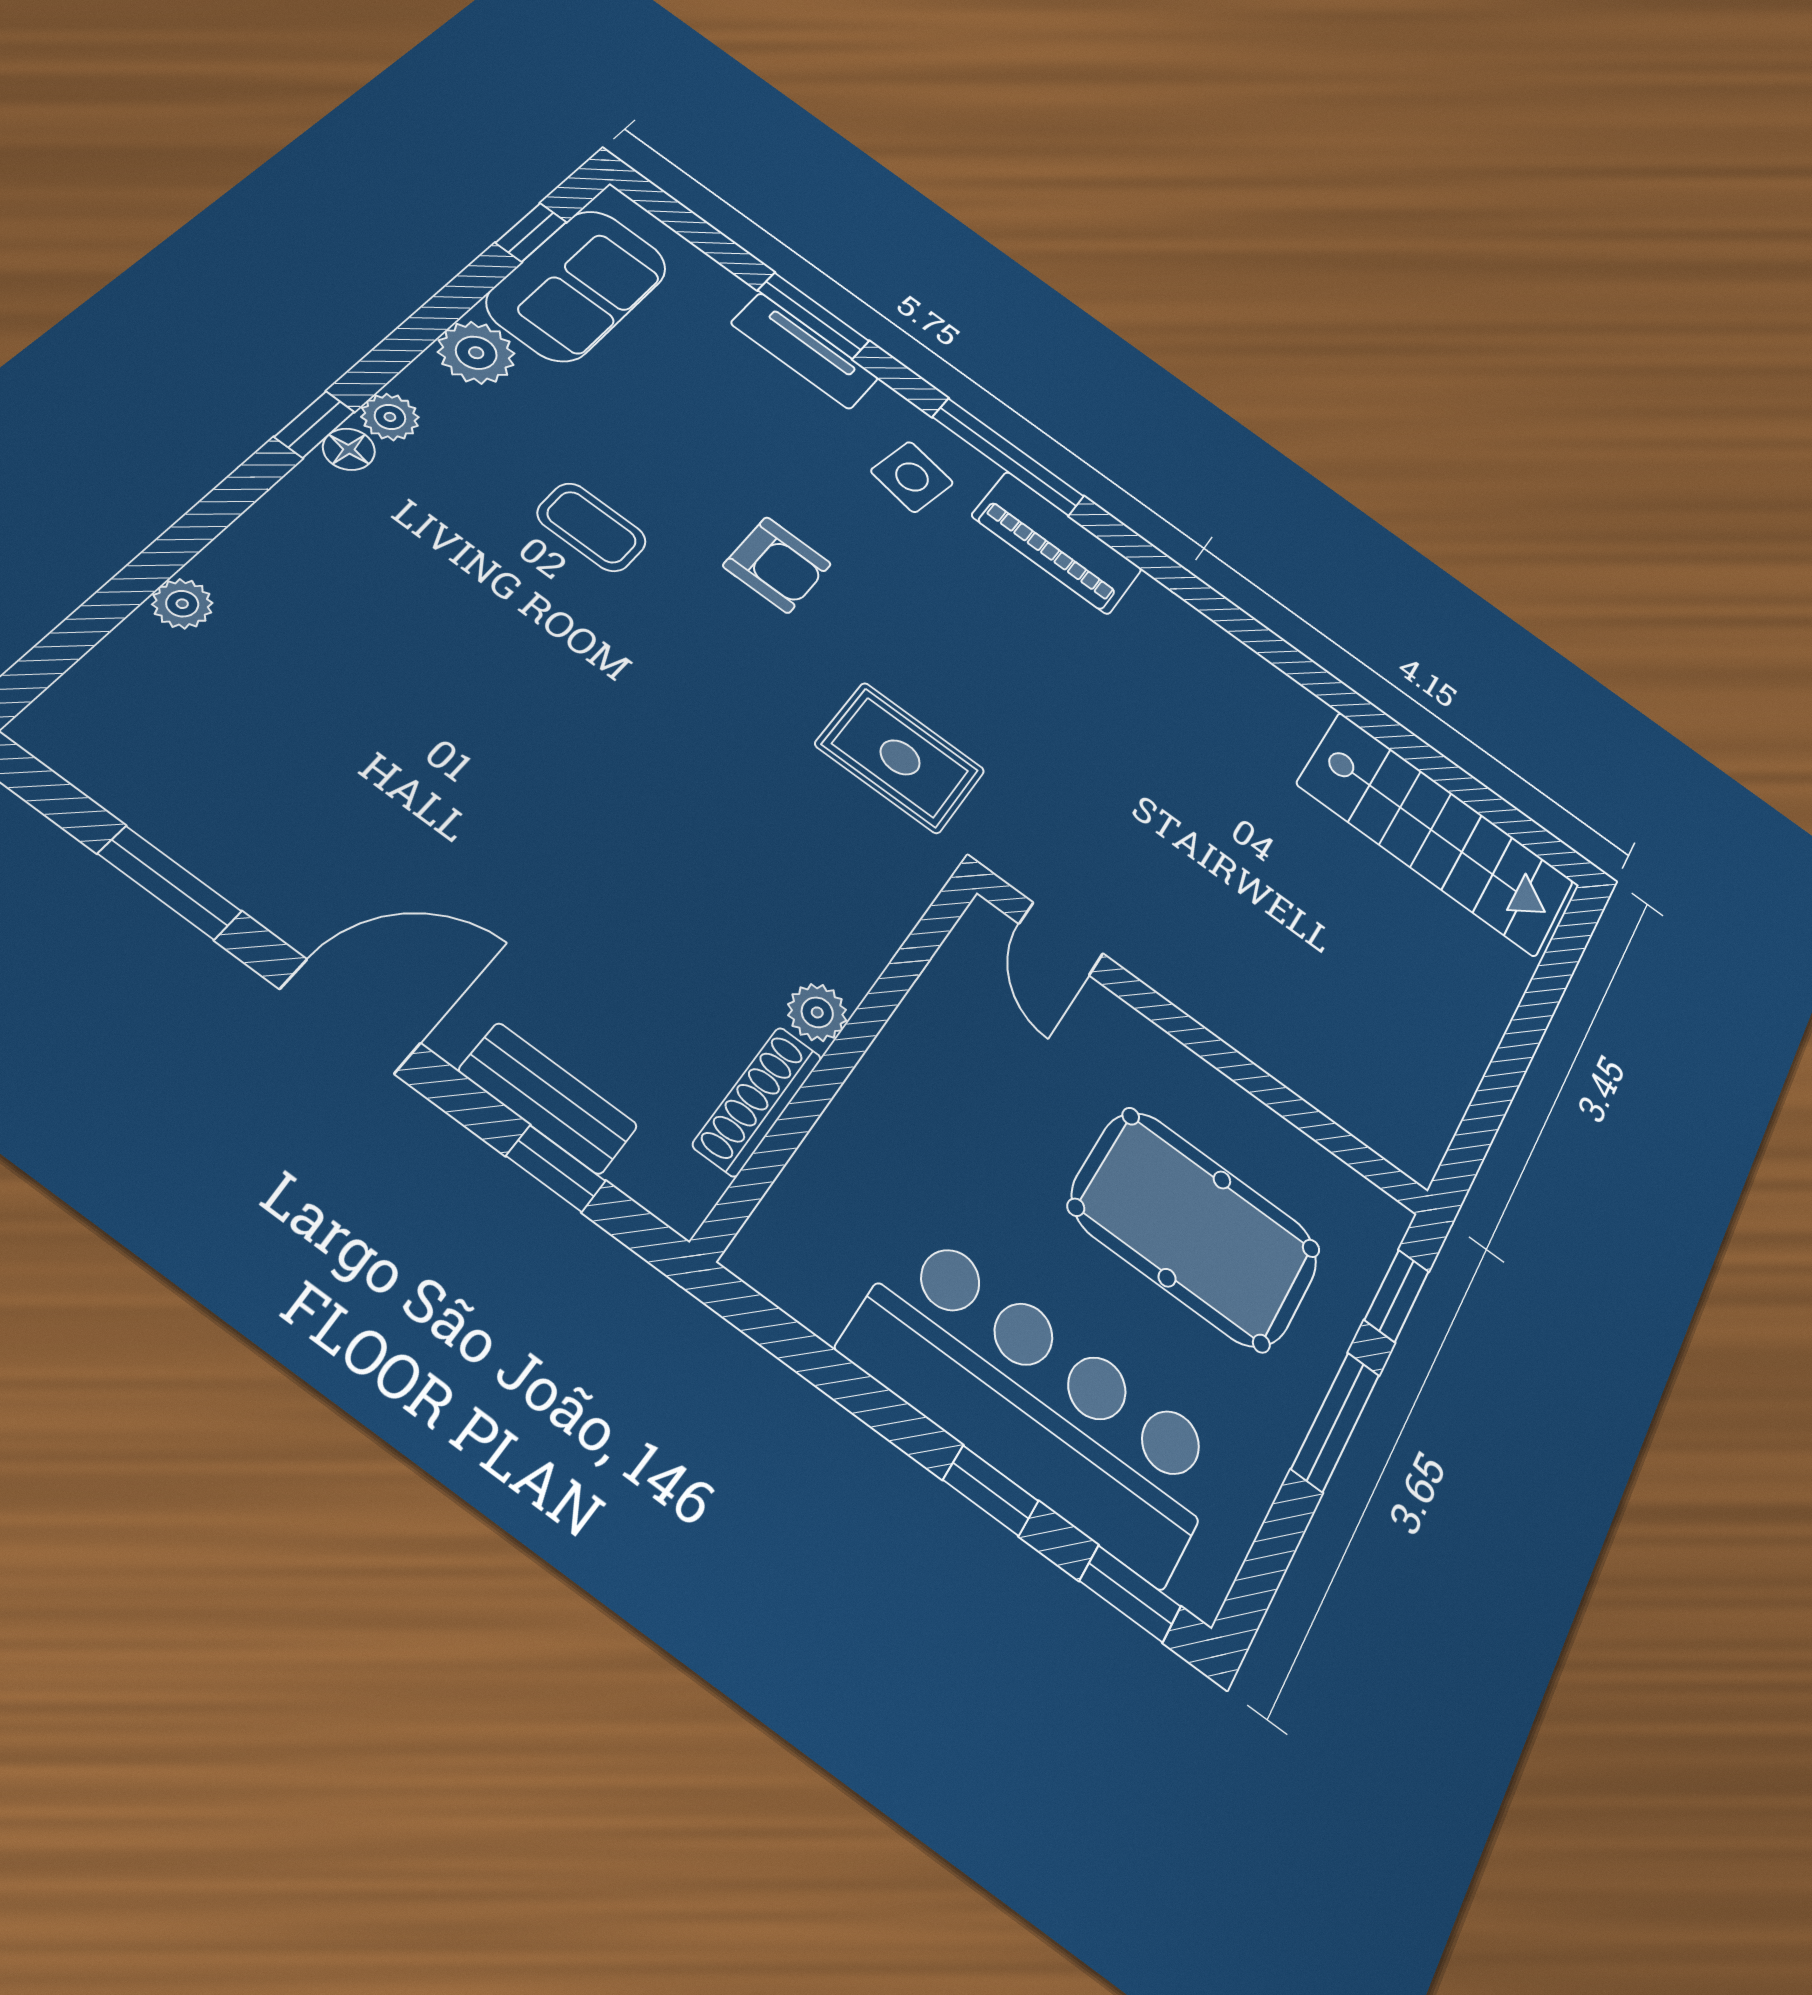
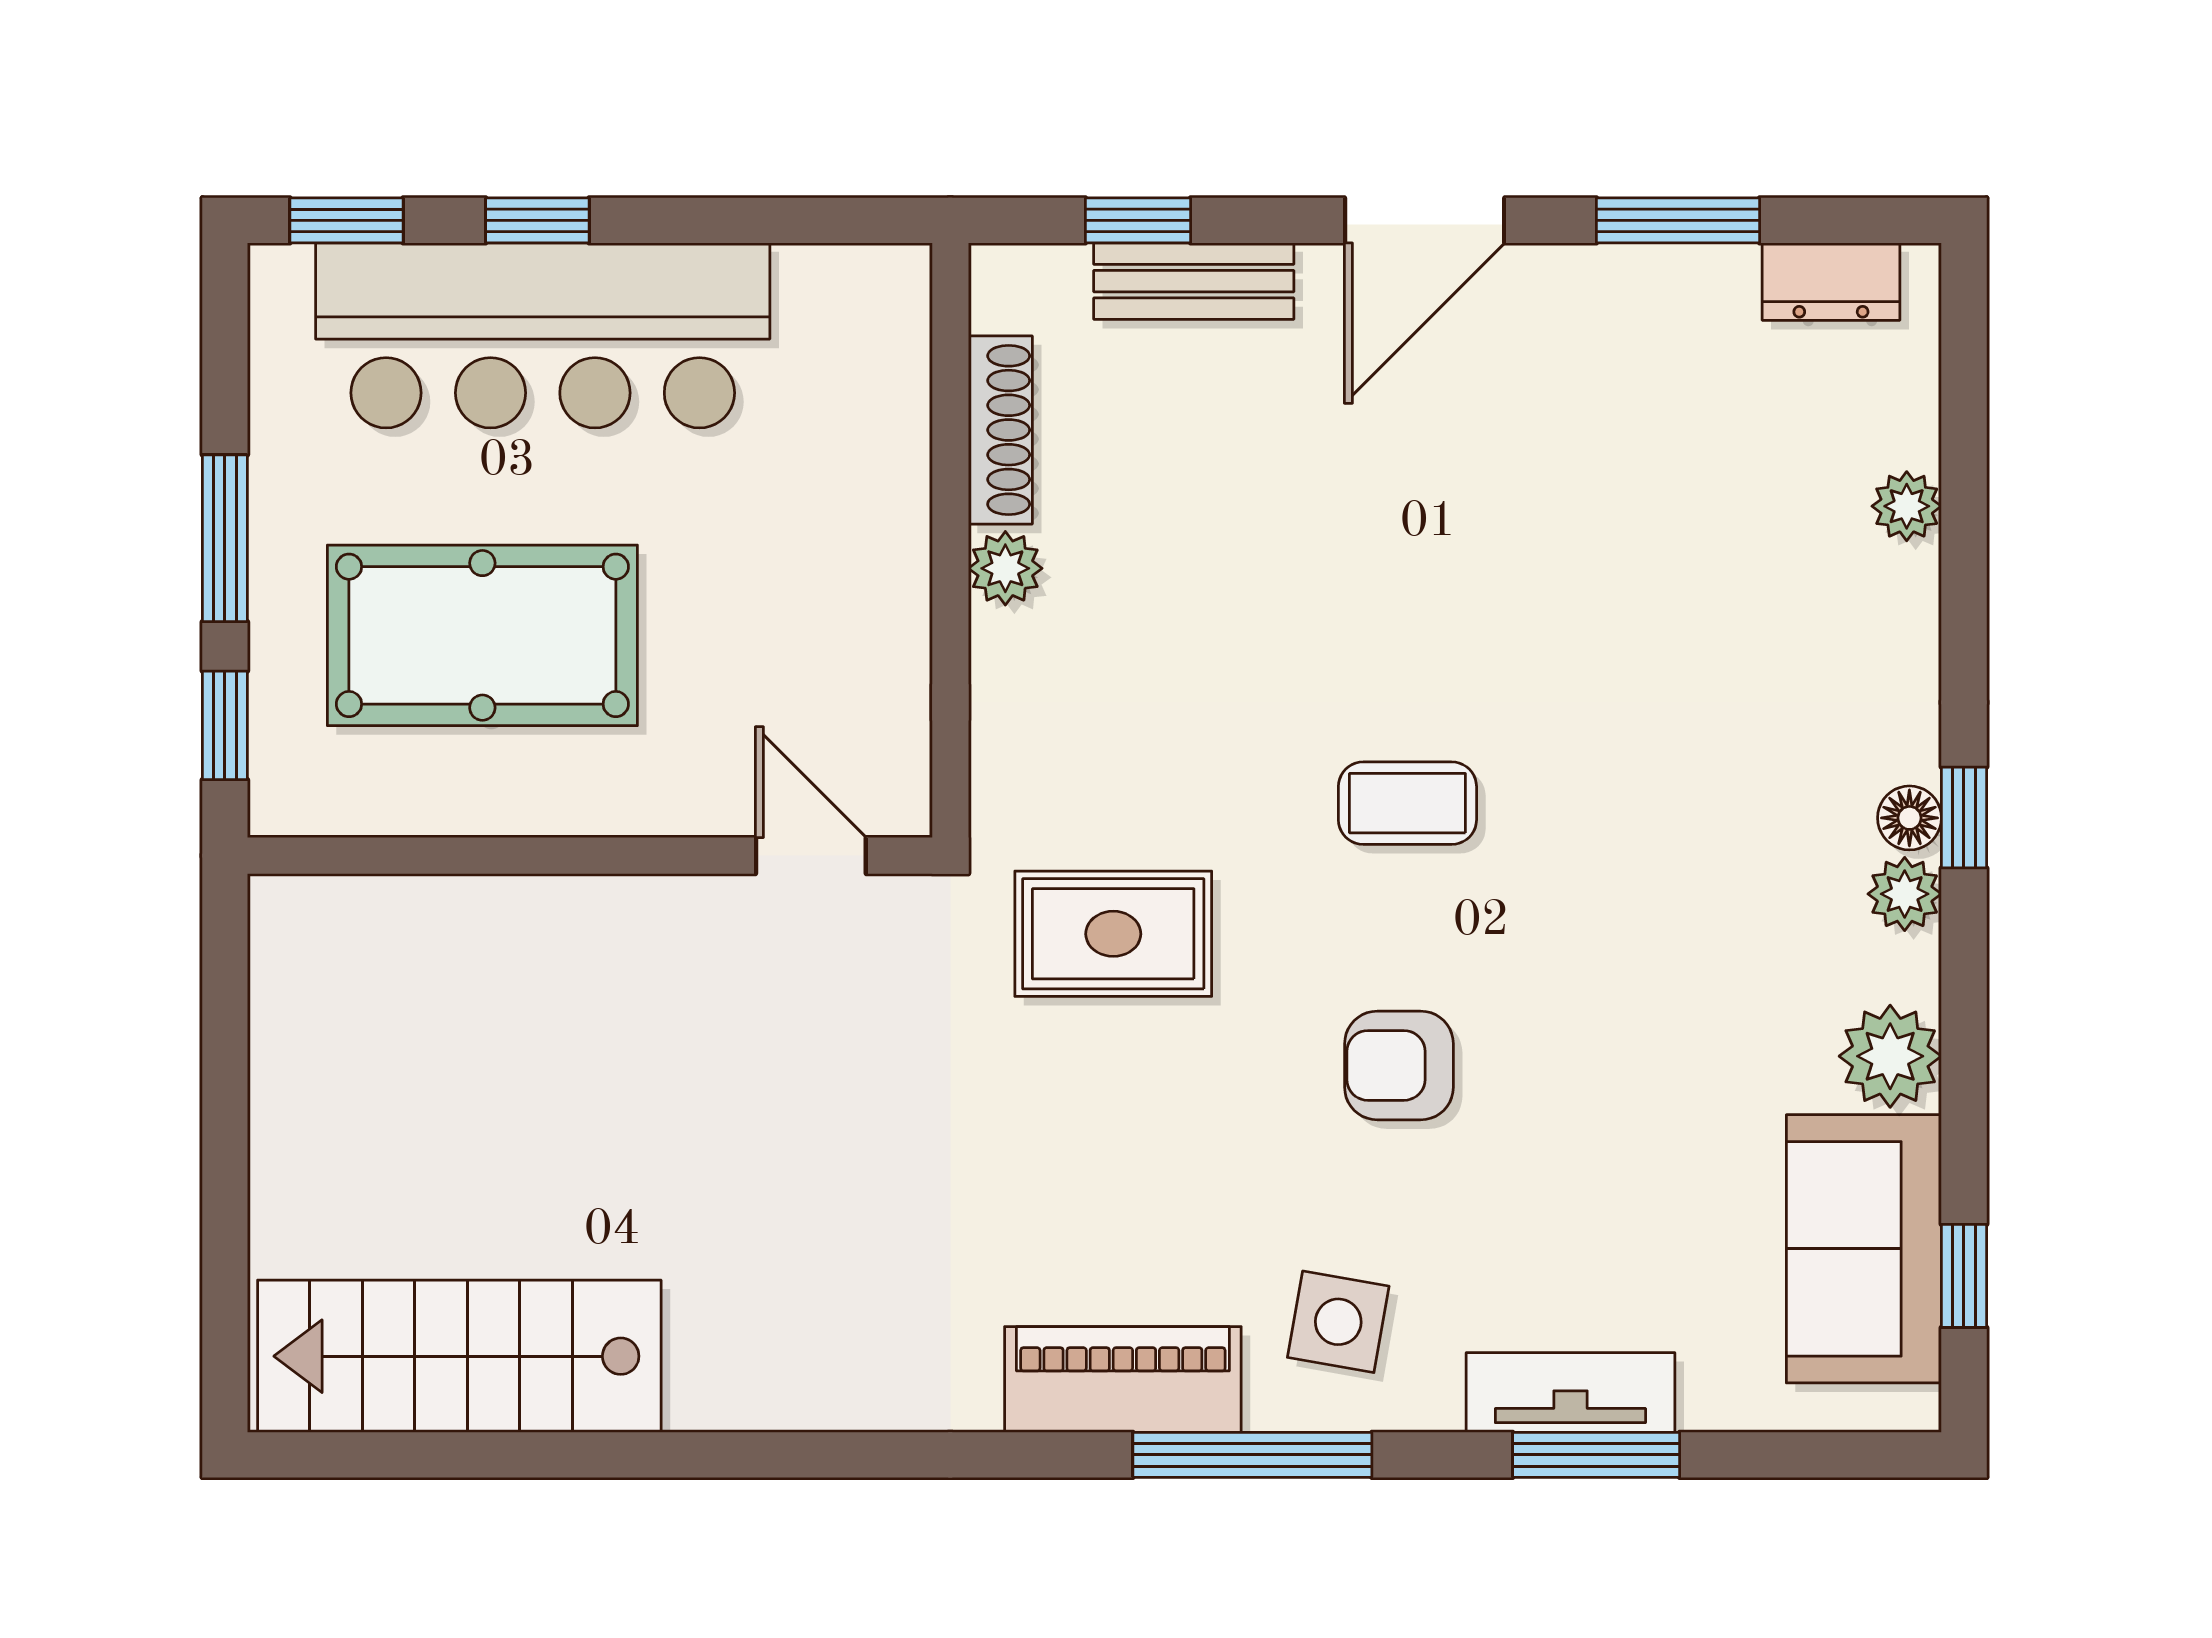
coffee table: (592, 527) -> (1407, 803), moved
dresser: (100, 766) -> (1831, 282), added

